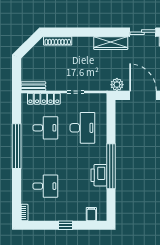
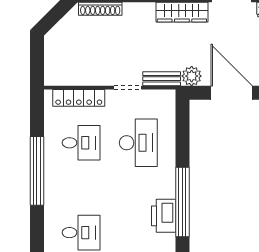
bench: (33, 86) -> (162, 79), moved

